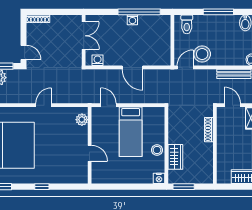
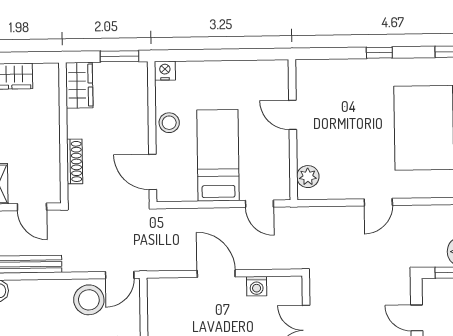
door: (24, 52) -> (417, 318), moved
washing machine: (98, 60) -> (257, 286), moved
door: (166, 123) -> (153, 172), added
wardrobe: (175, 157) -> (79, 85), moved, turned 180

